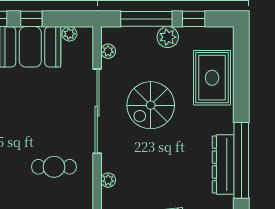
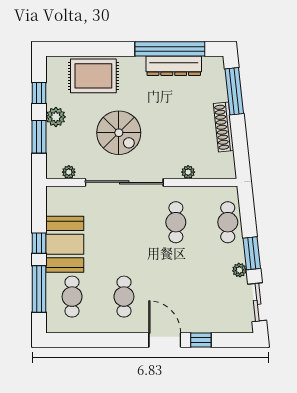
window: (146, 19) -> (39, 137), width x0.69
plant: (69, 34) -> (53, 208), removed

